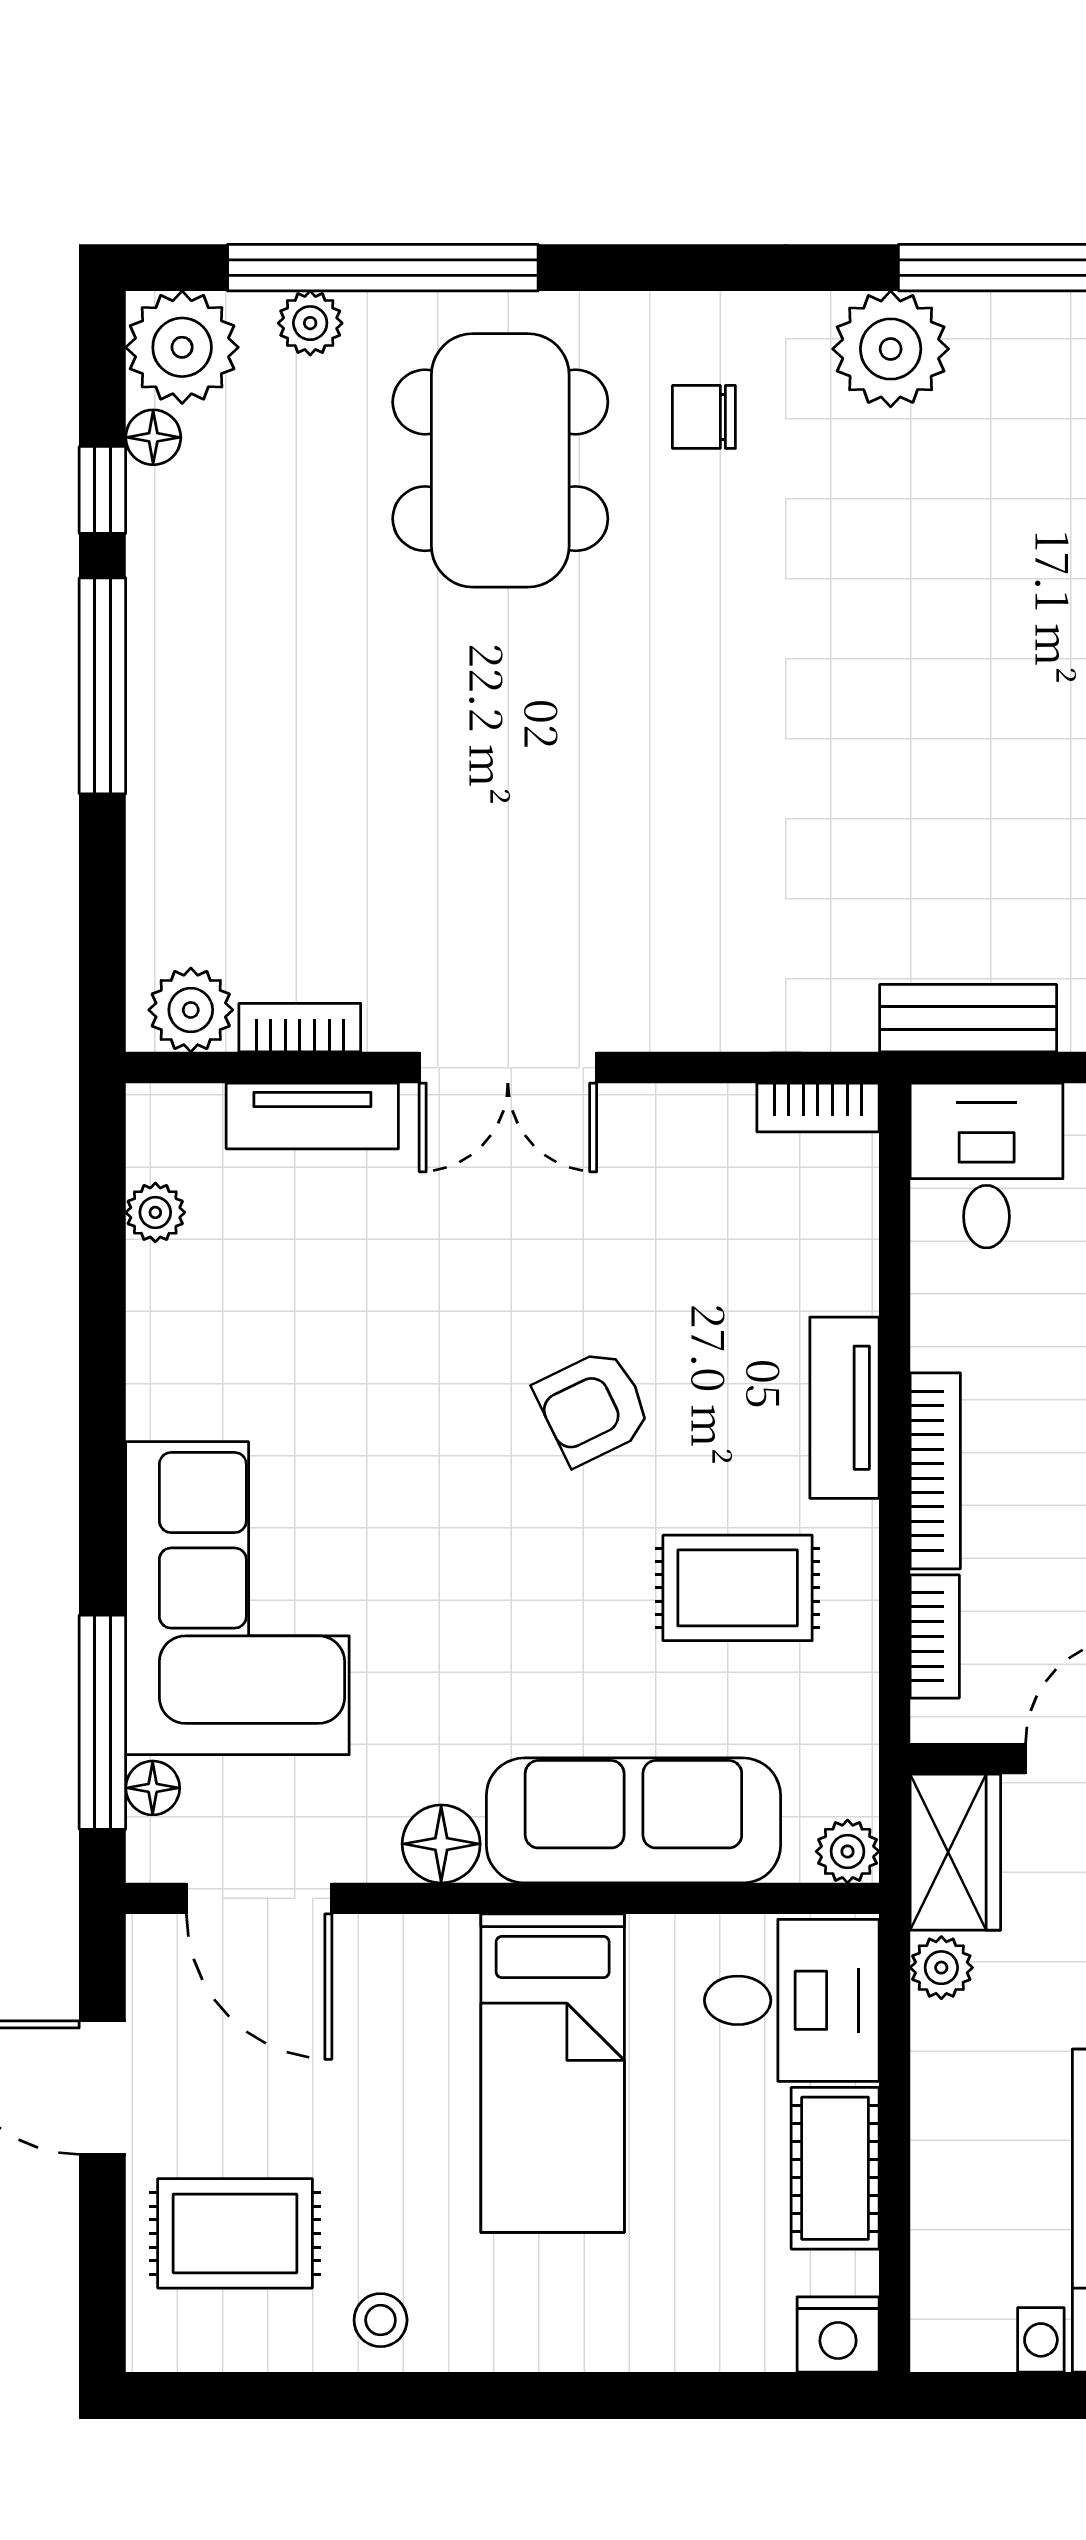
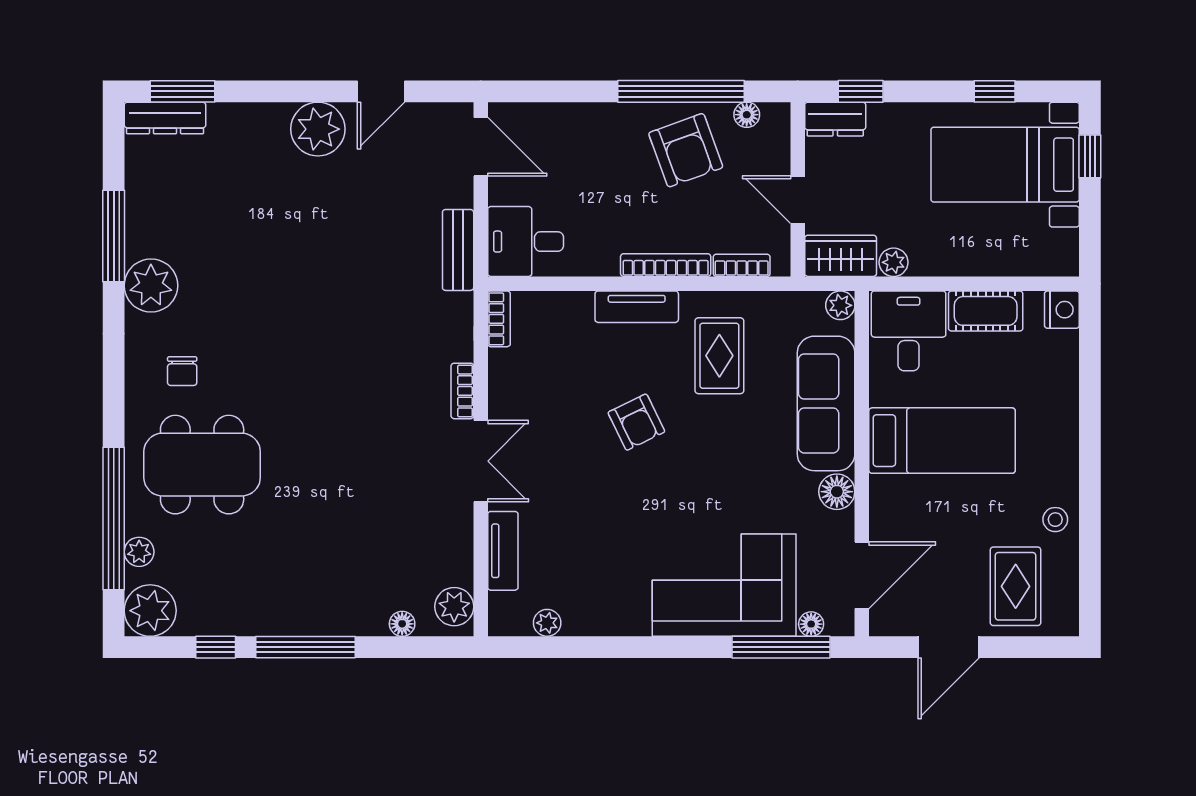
floor lamp: (153, 437) -> (402, 624), moved
bookcase: (300, 1028) -> (462, 391), moved

